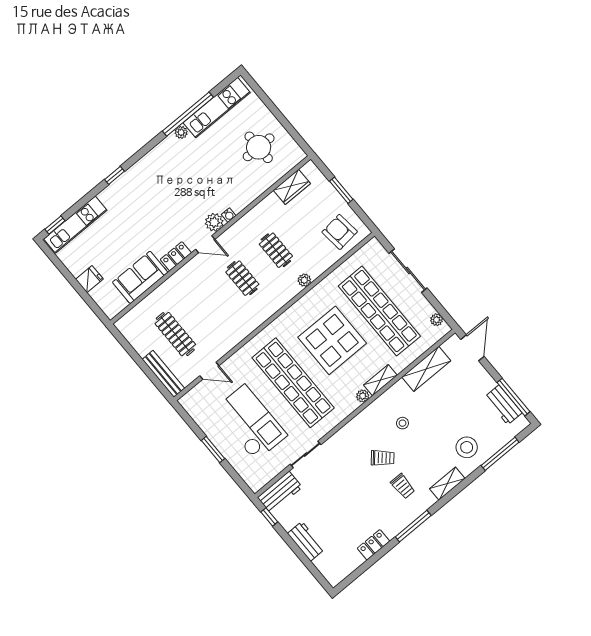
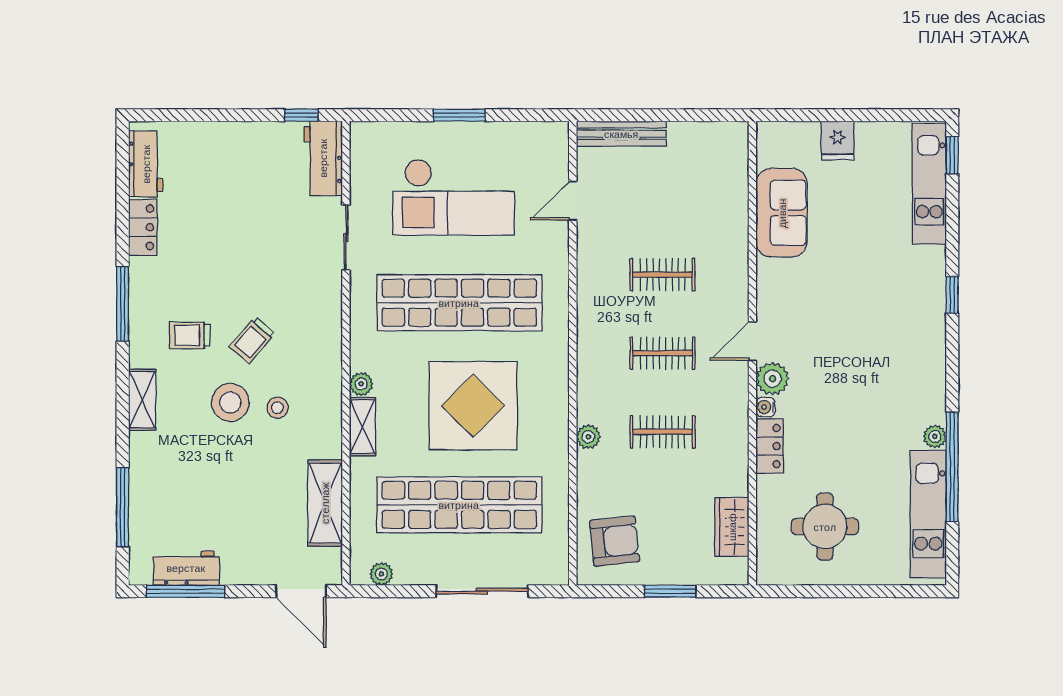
locker: (176, 256) -> (770, 446), moved
clothes rail: (175, 334) -> (663, 275), moved, width x0.73
stool: (467, 447) -> (230, 402), moved
workbench: (306, 541) -> (146, 164), moved, turned -90

